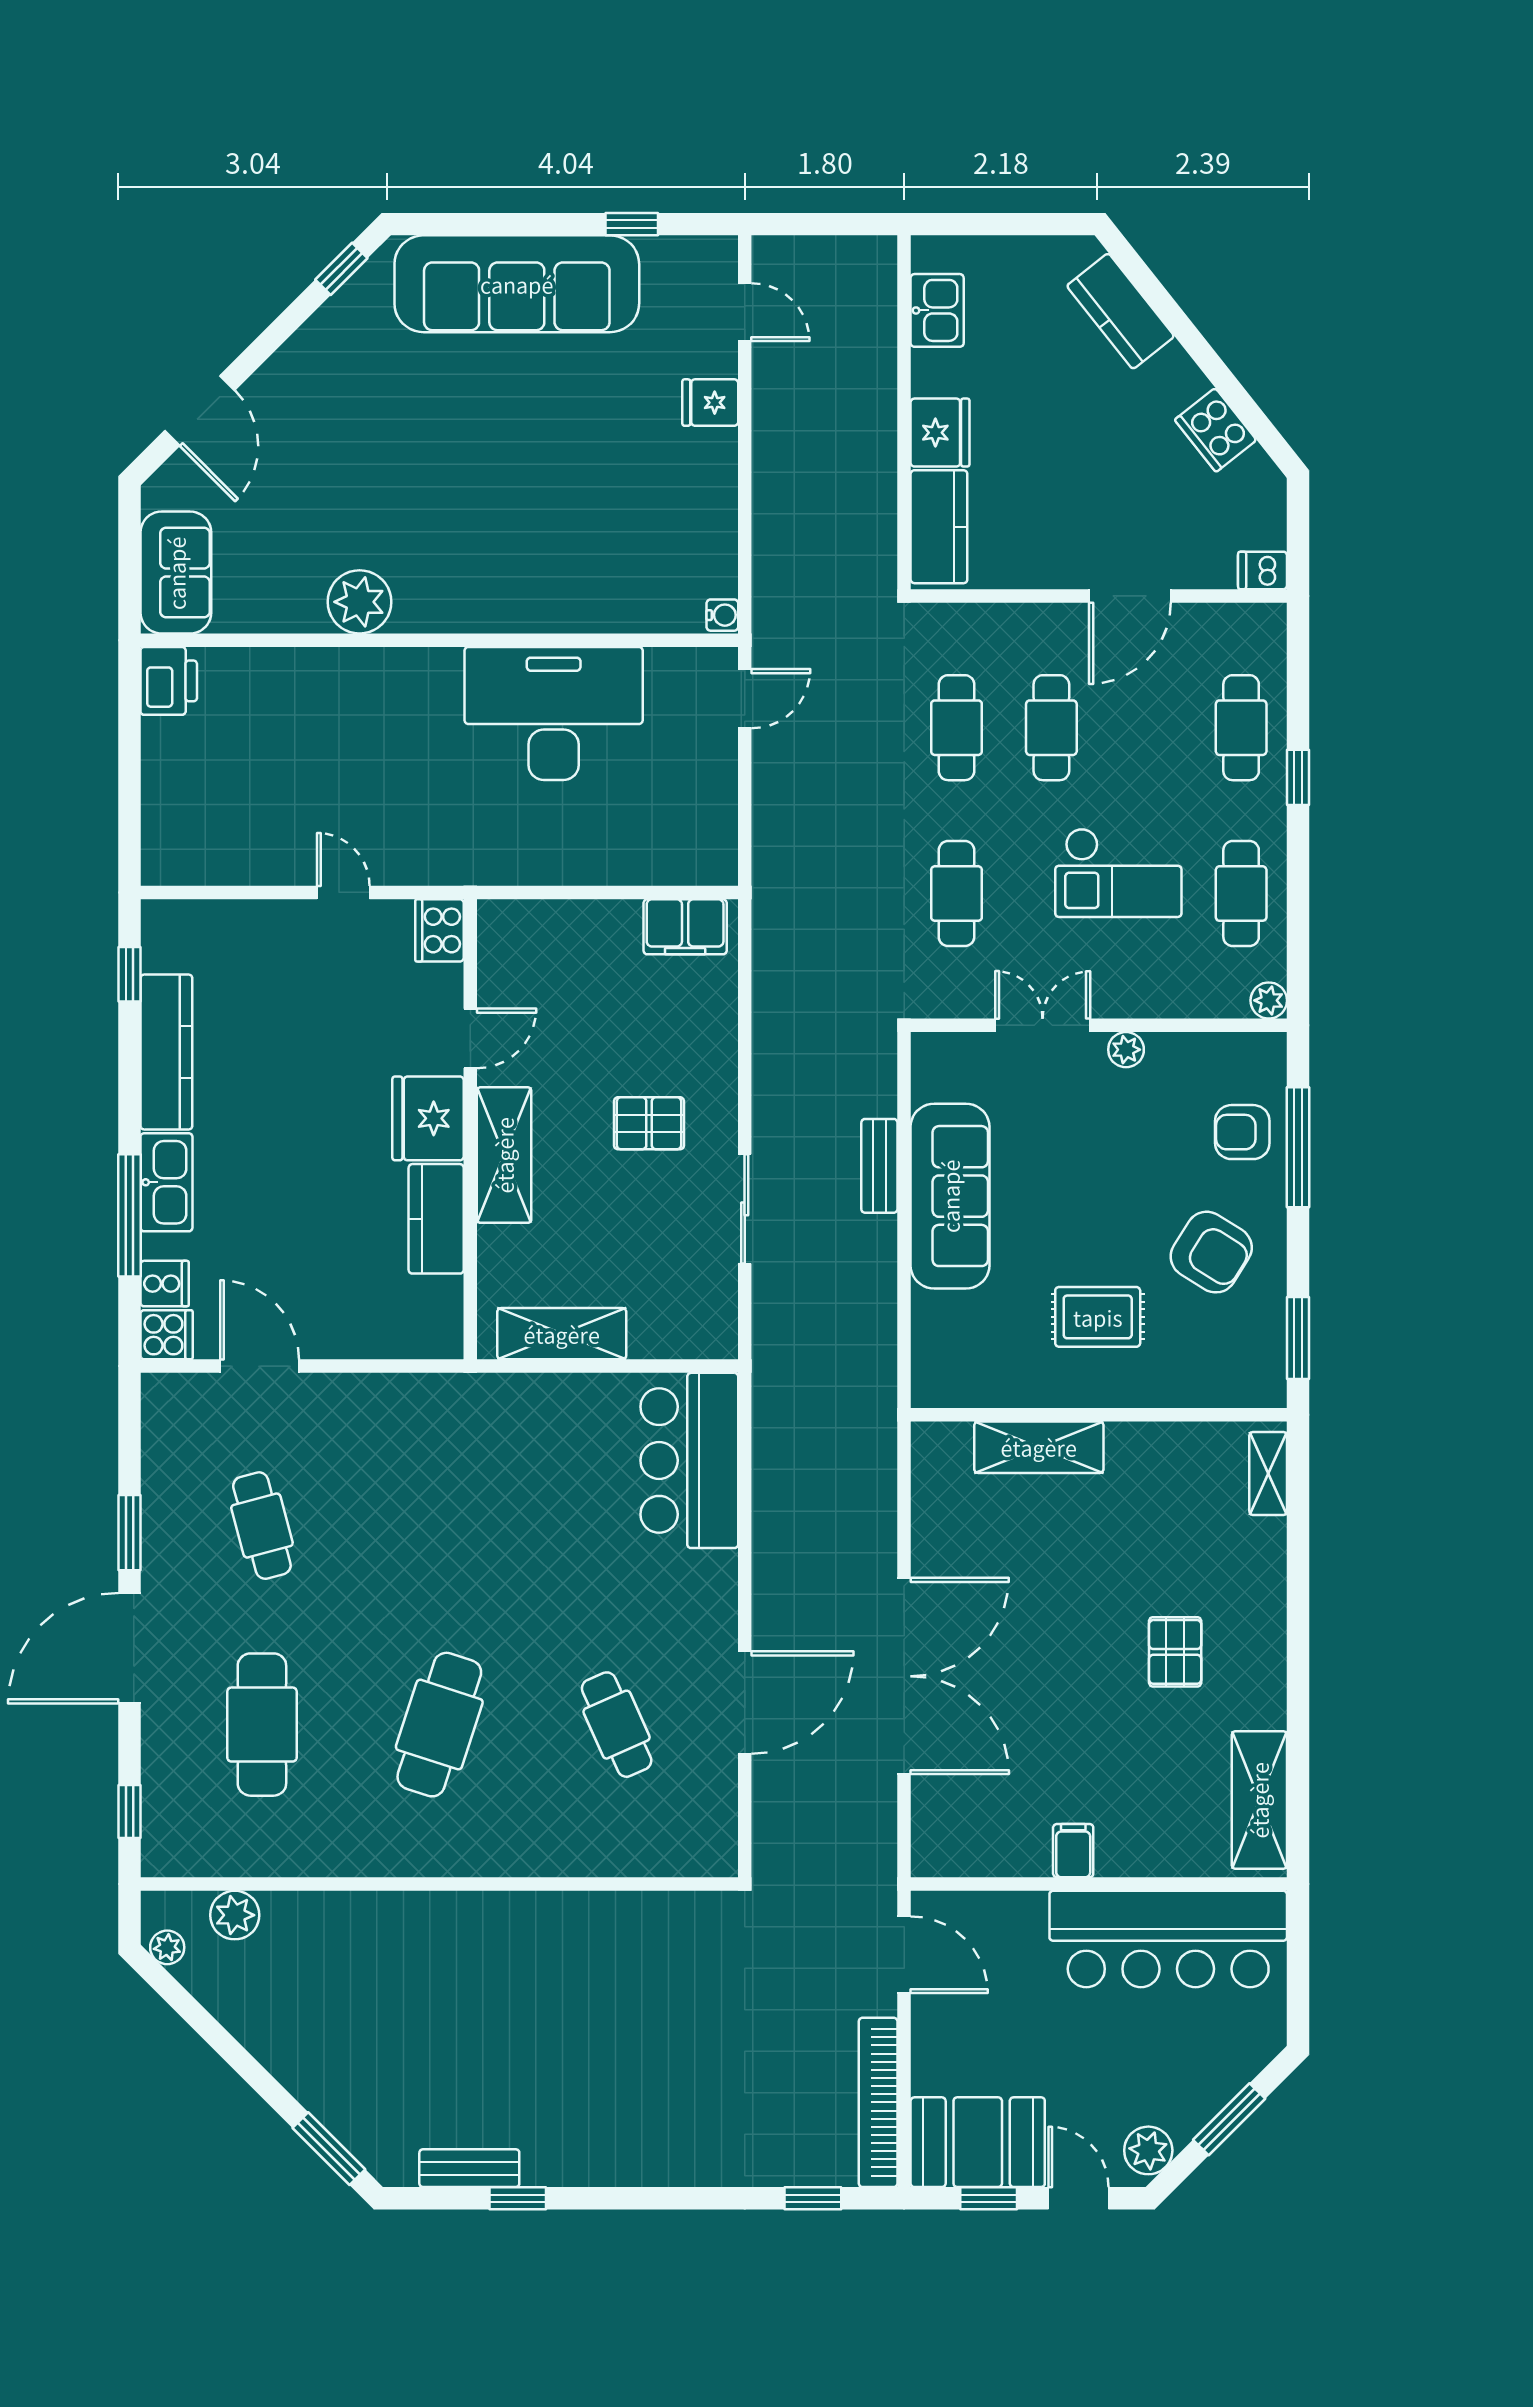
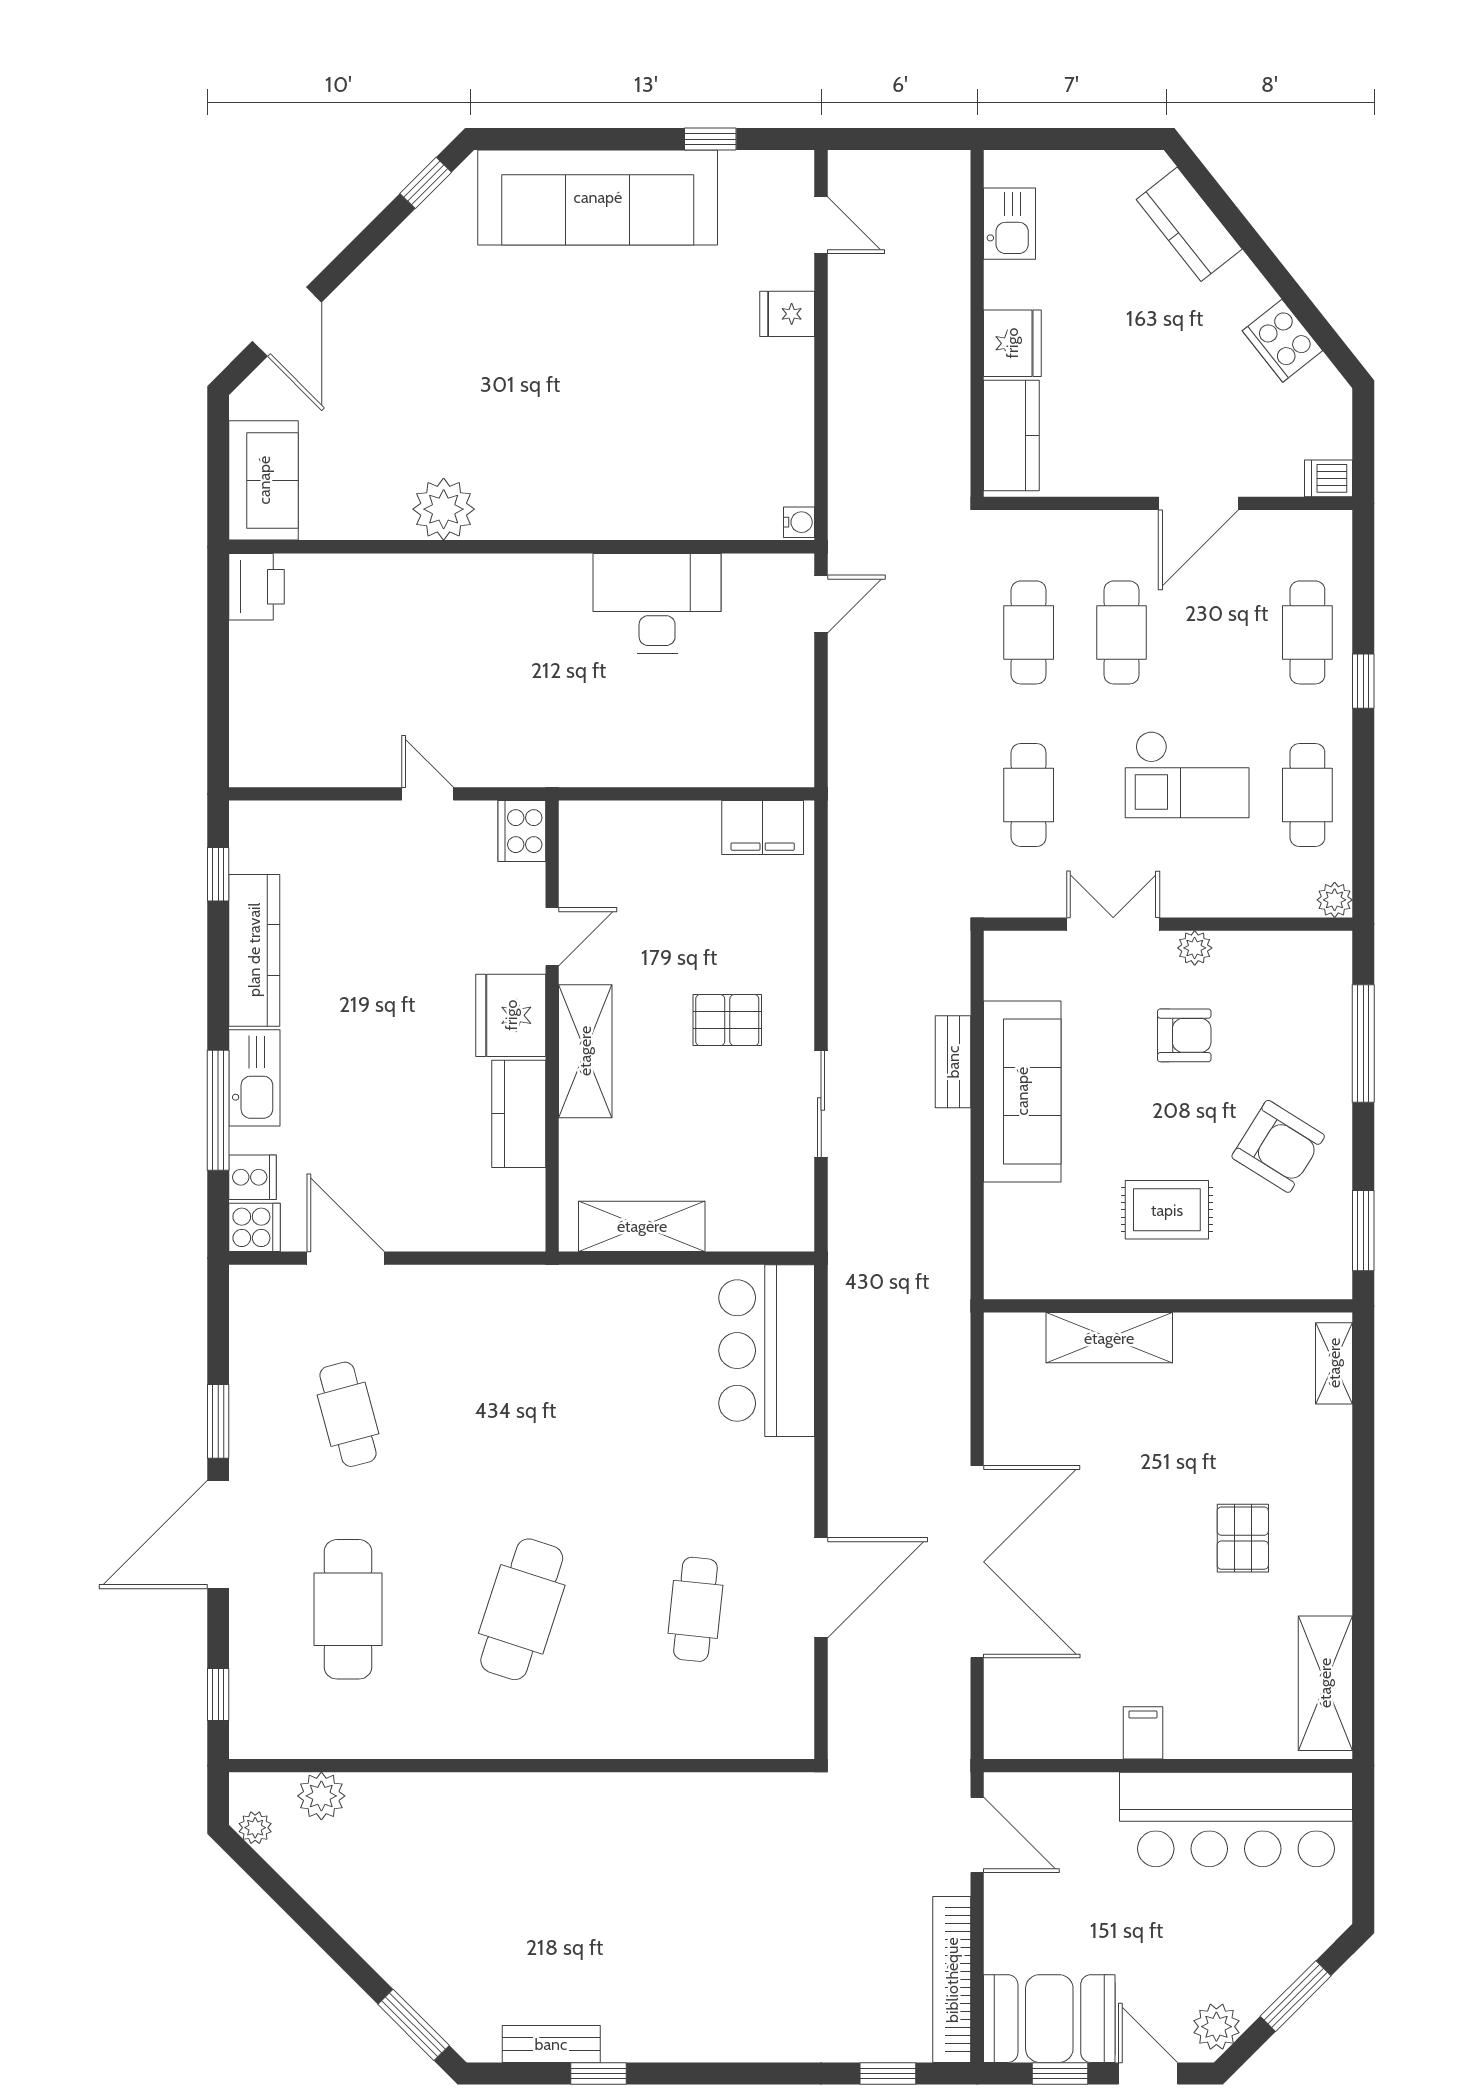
desk: (554, 713) -> (657, 603), width x0.73, depth x0.77
armchair: (1242, 1132) -> (1184, 1035), moved, turned 180
cafe table: (617, 1725) -> (695, 1609), turned 30

